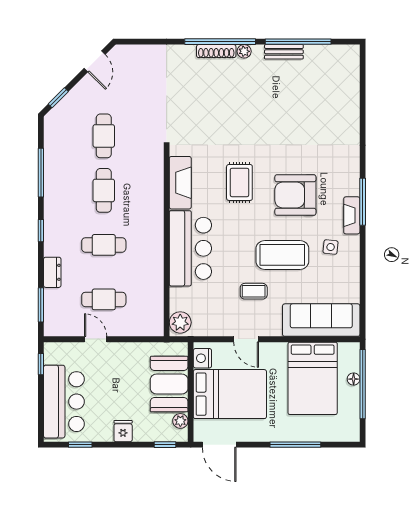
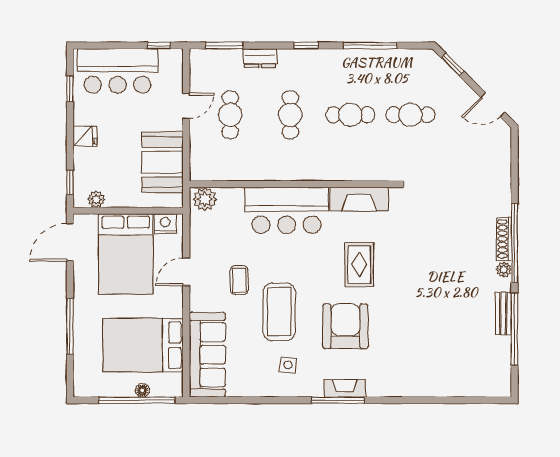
rug: (239, 182) -> (359, 265), turned 90
fireplace: (352, 215) -> (345, 388), moved
booth: (169, 384) -> (163, 162), moved, turned 90

